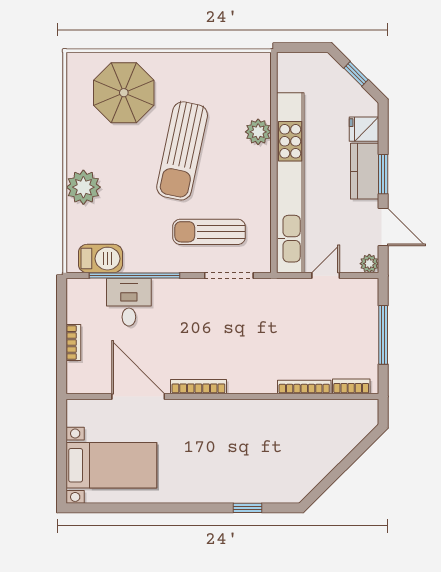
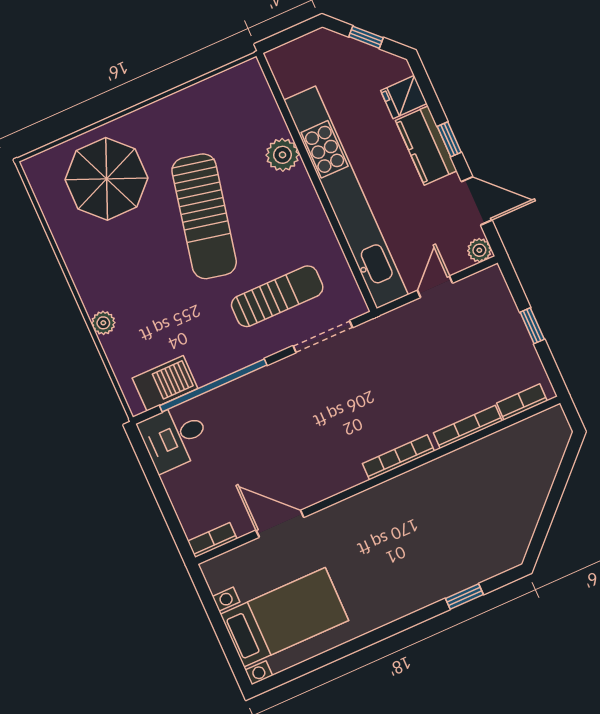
window: (383, 174) -> (449, 139), width x0.67
plant: (83, 187) -> (103, 323), width x0.53, depth x0.53
sun lounger: (209, 232) -> (277, 296), turned 180
desk: (129, 302) -> (175, 437), moved, turned -90
window: (383, 335) -> (532, 326), width x0.46
bookcase: (73, 343) -> (212, 540), moved, turned -90
bookcase: (198, 387) -> (398, 457), moved
door: (138, 396) -> (280, 524), width x0.73

